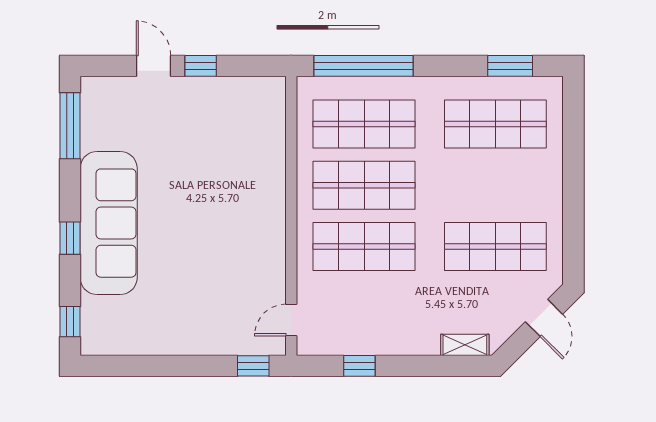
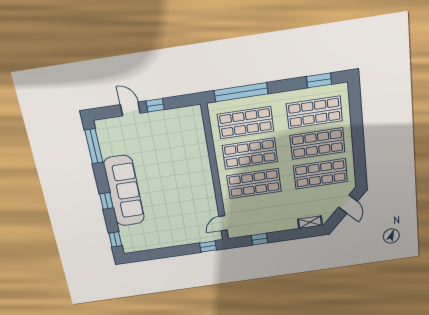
shop shelf: (495, 185) -> (317, 144), added

